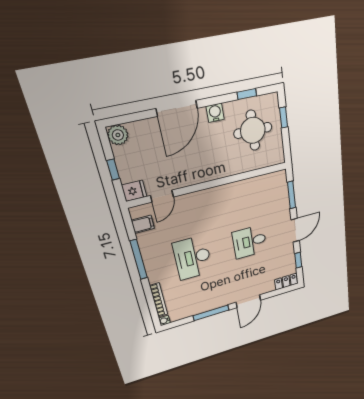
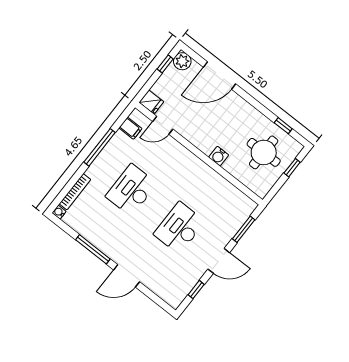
door: (177, 108) -> (219, 76), moved
water cooler: (215, 113) -> (219, 156), moved, turned 180
window: (113, 170) -> (165, 64), moved
desk: (250, 242) -> (179, 228), width x1.37
locker: (286, 282) -> (169, 297), removed

